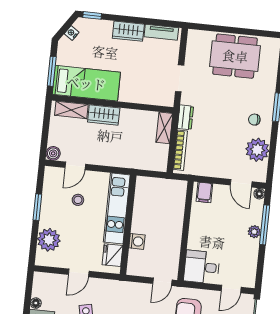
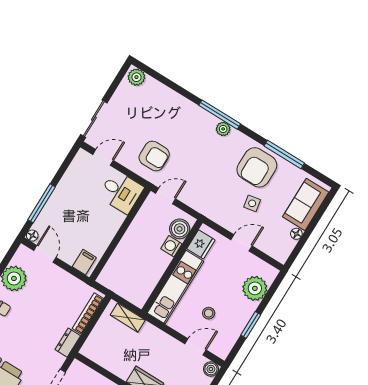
shelving: (164, 128) -> (128, 318), moved, turned 90
plant: (254, 232) -> (55, 202), removed
boiler: (137, 260) -> (180, 229), added

